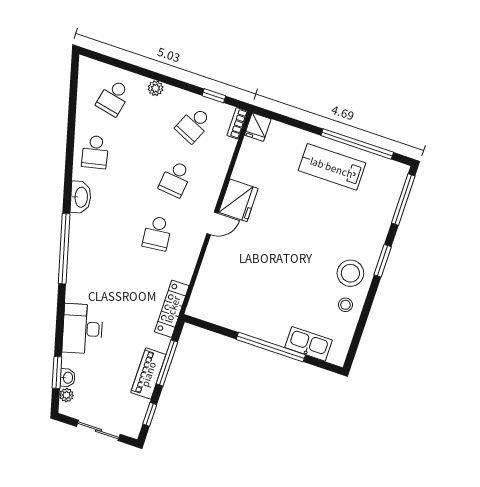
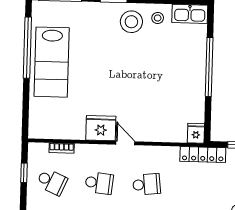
bookcase: (237, 123) -> (62, 148), moved
fridge: (258, 127) -> (196, 133), moved, turned -90
lab bench: (332, 167) -> (52, 62), width x1.36, depth x1.39
kitchen sink: (309, 344) -> (190, 14), moved, turned -90

